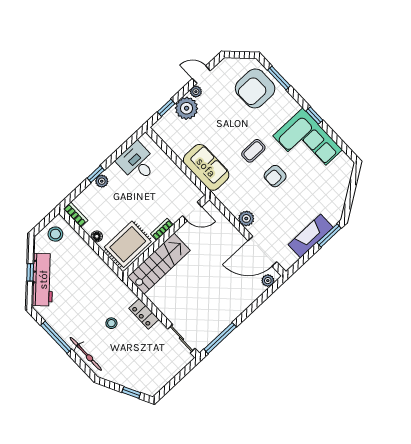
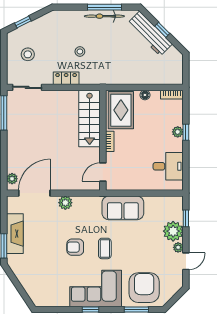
corner sofa: (308, 143) -> (96, 288), moved
armchair: (275, 176) -> (75, 247), turned -90
stool: (55, 234) -> (28, 54), moved
bicycle: (86, 354) -> (104, 16), moved

